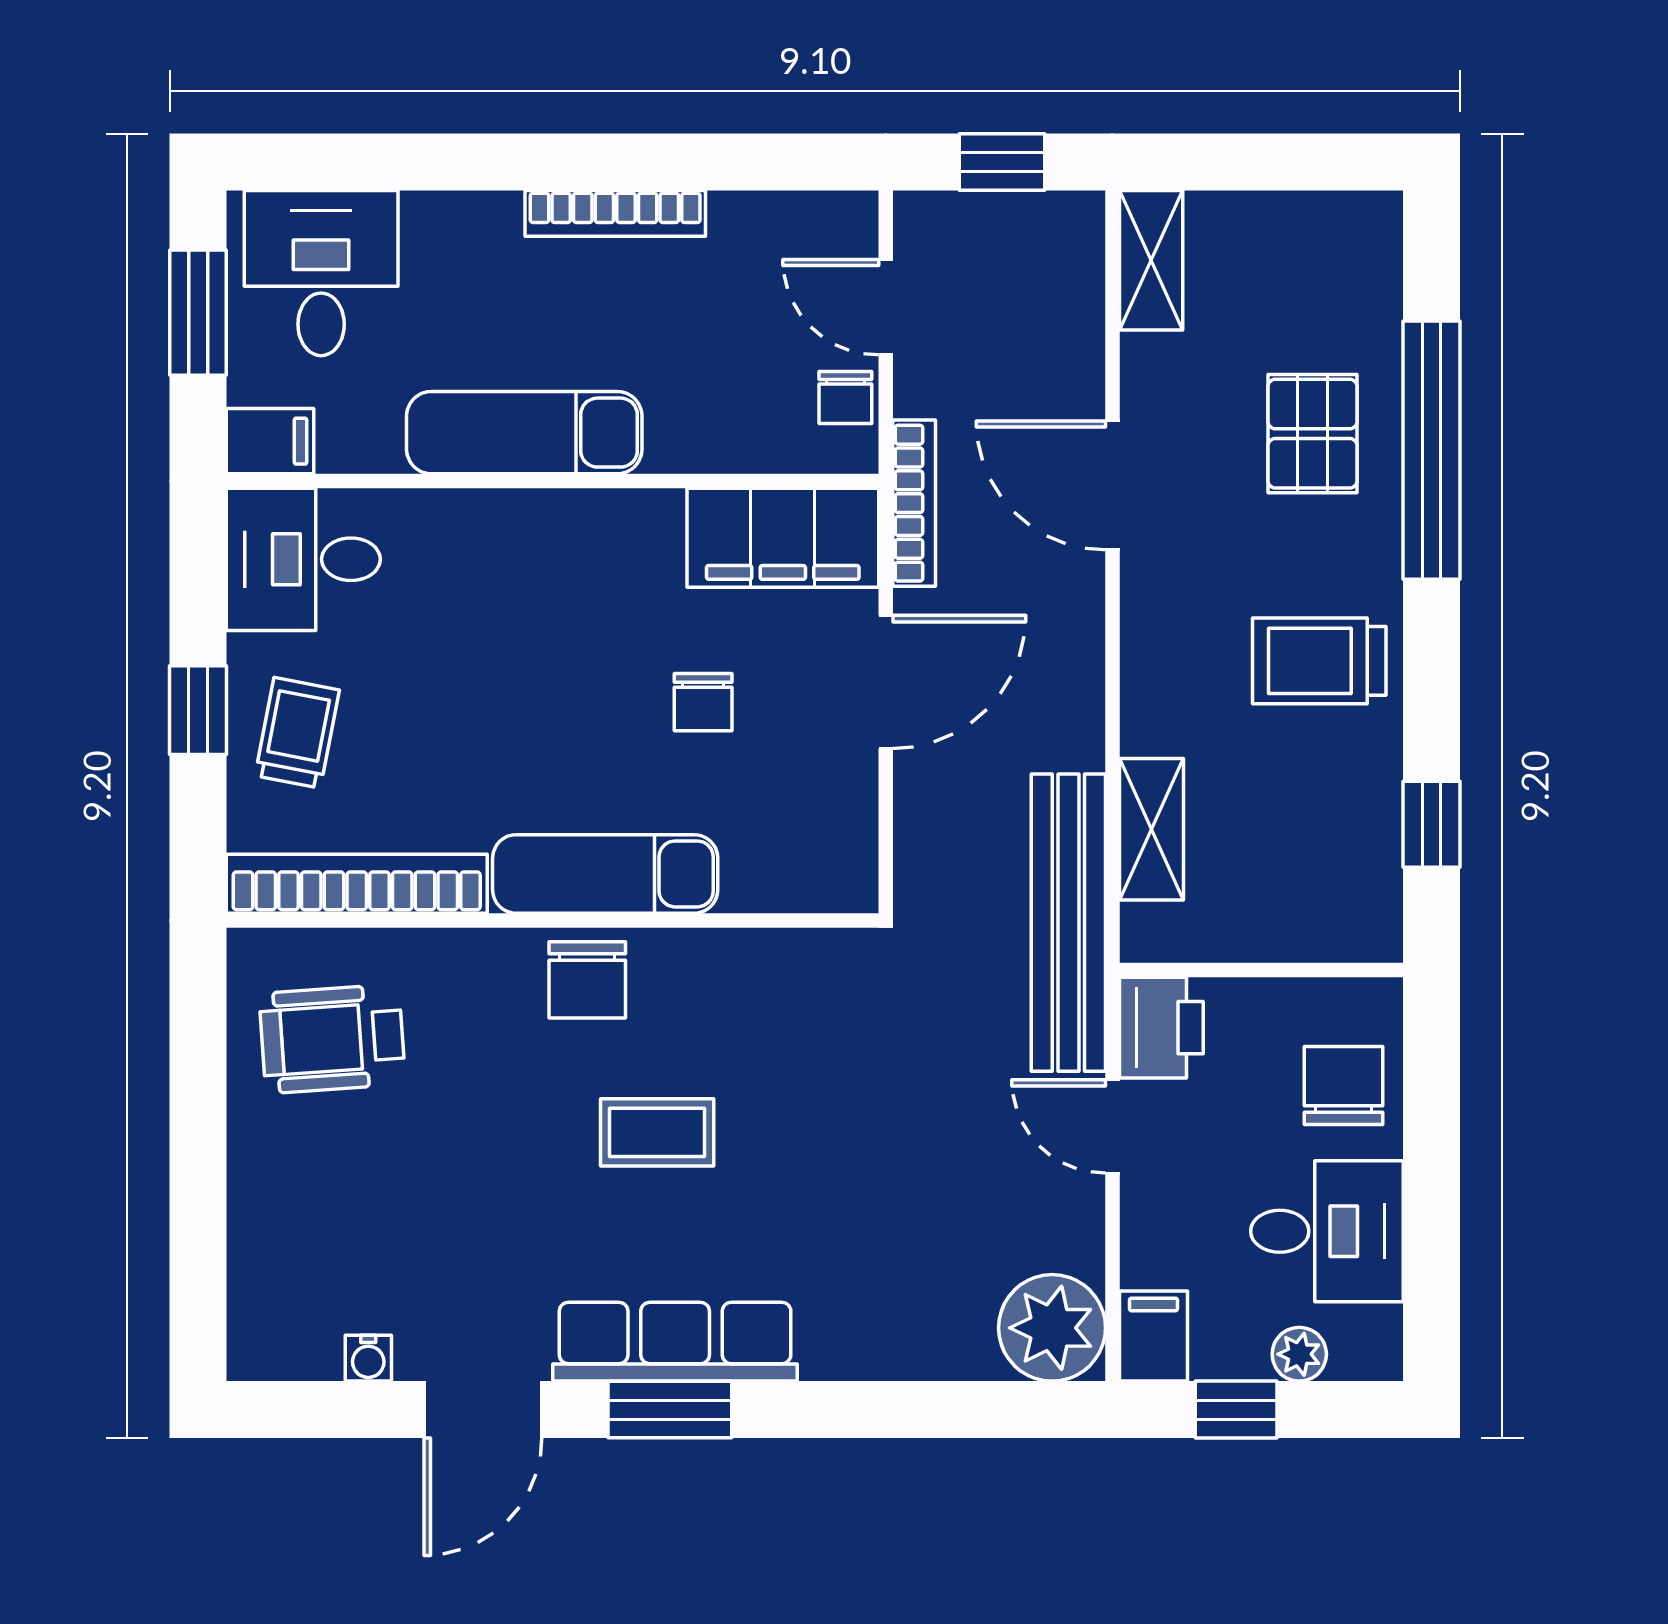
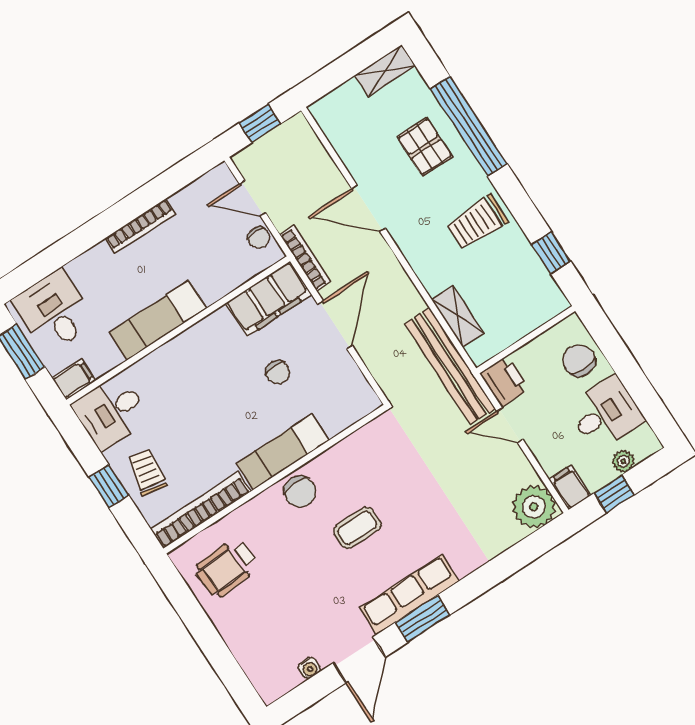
shelving: (1151, 260) -> (385, 71), moved, turned 90

